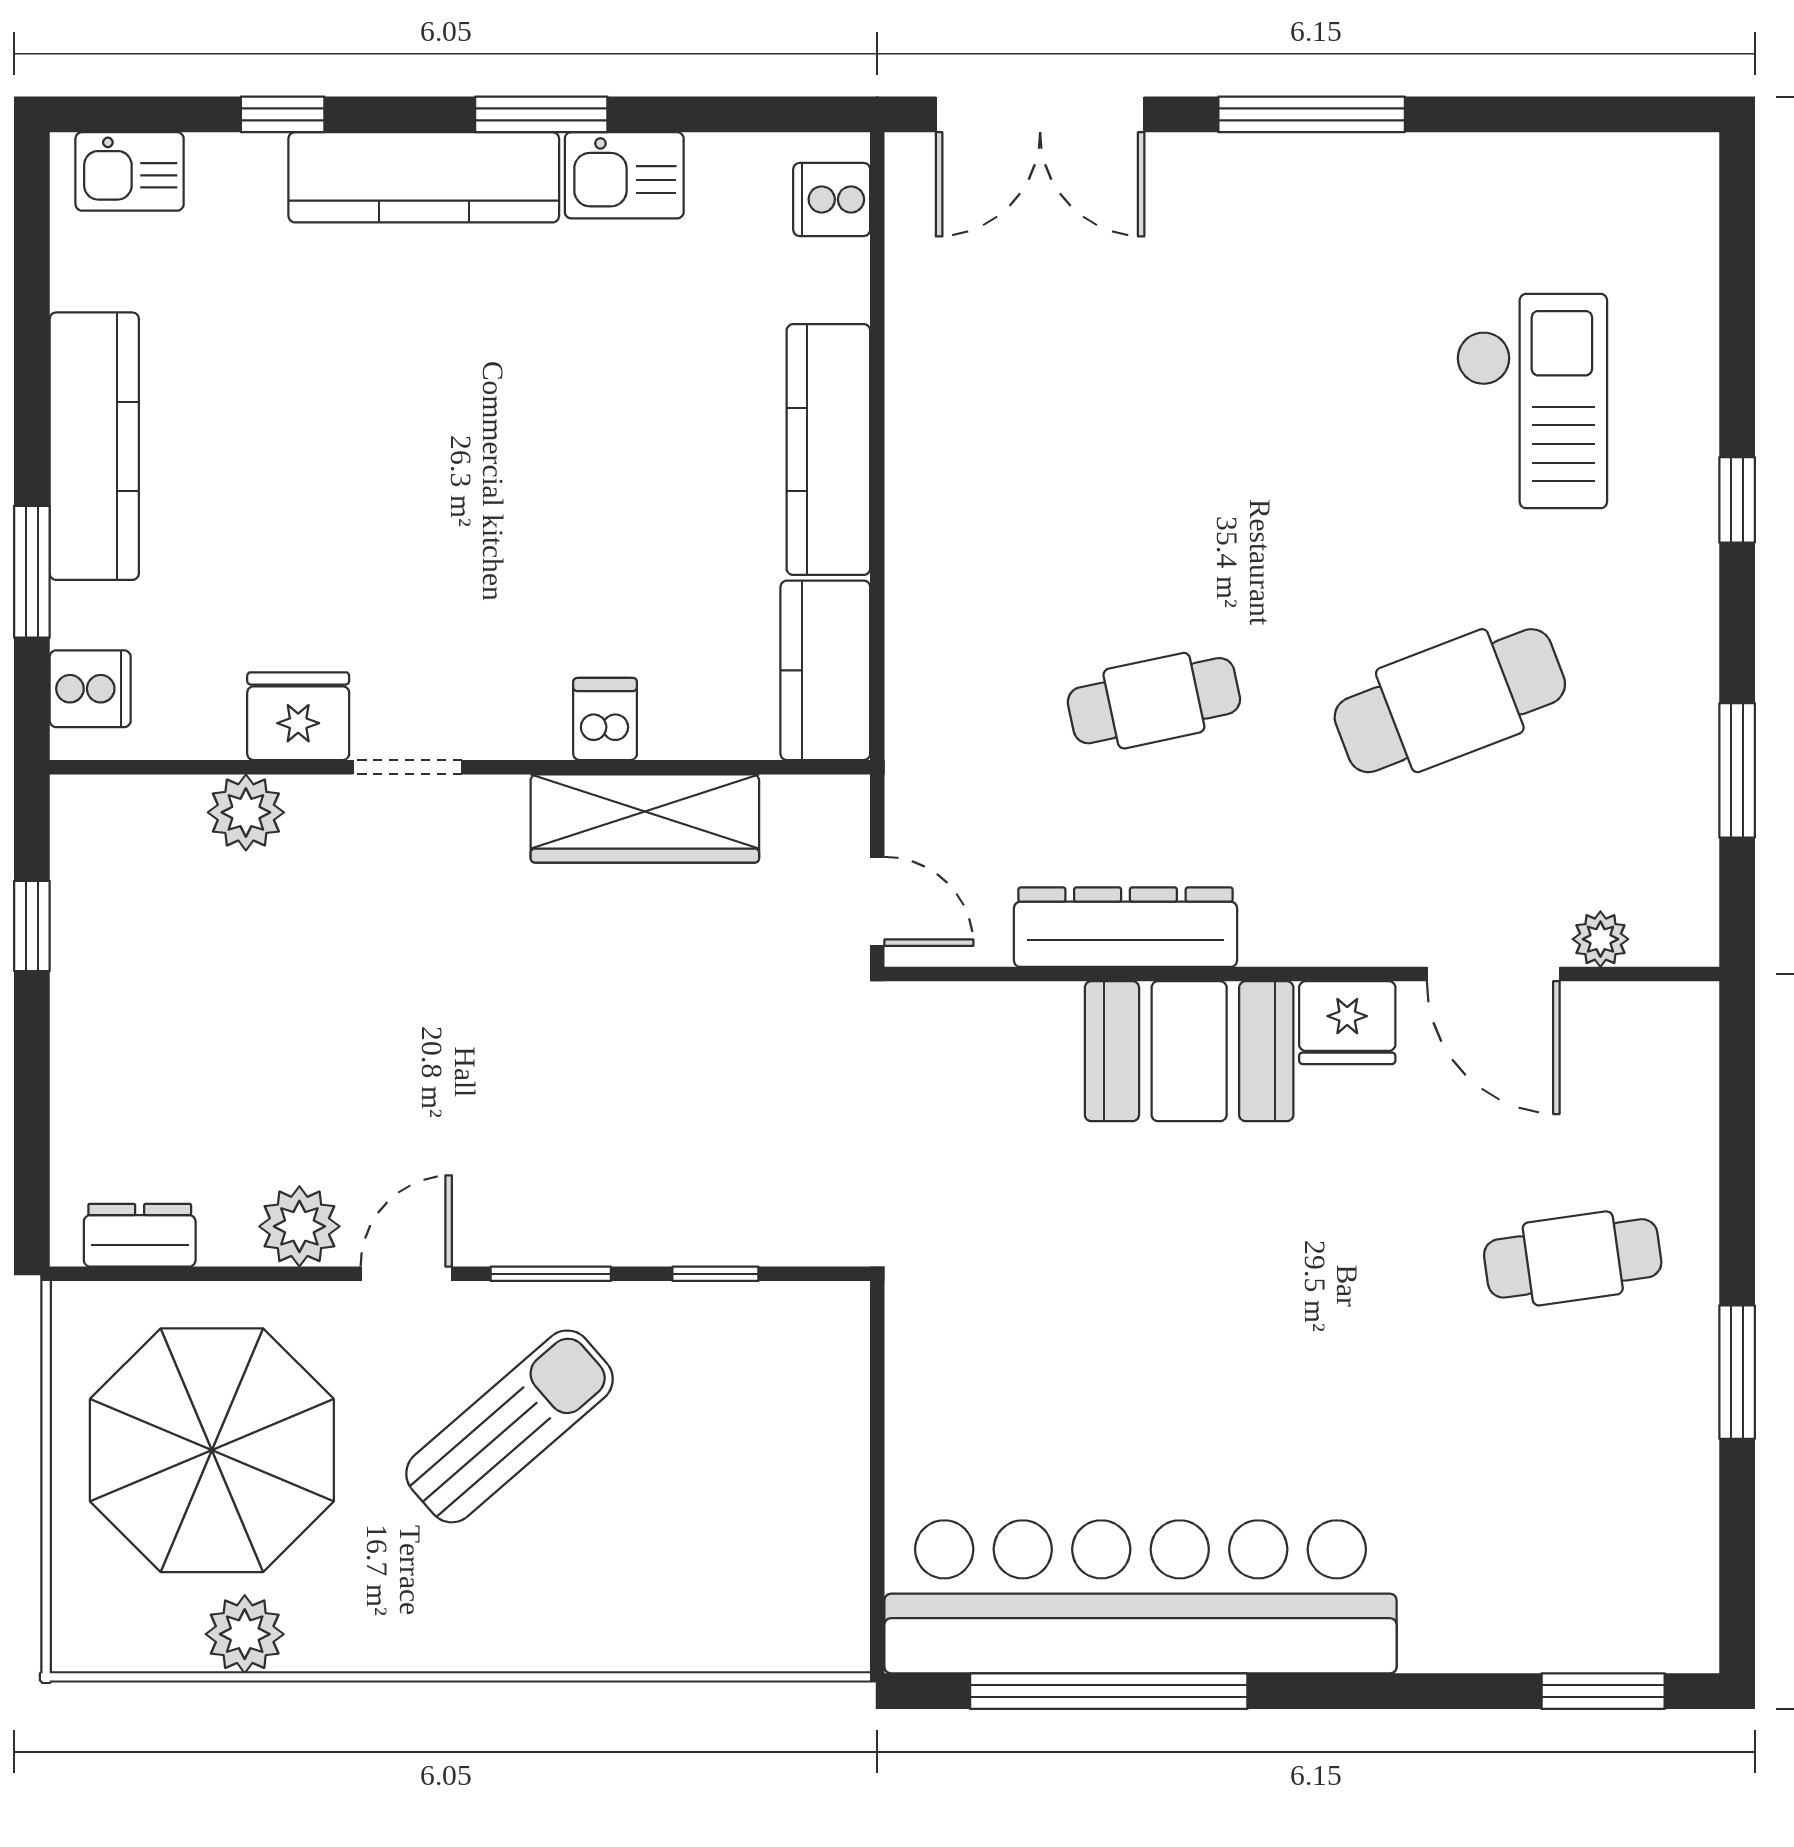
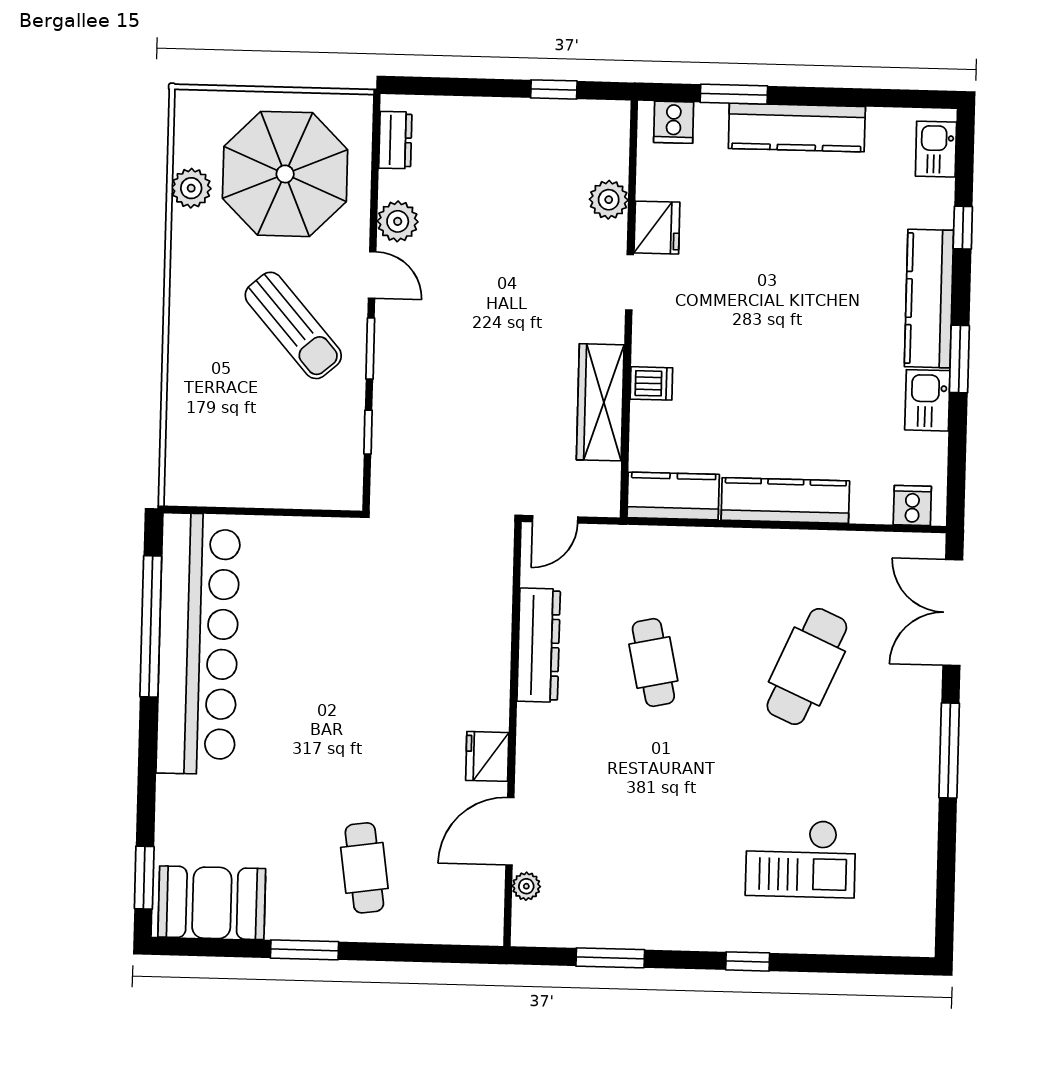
cafe table: (1450, 701) -> (807, 667), moved, turned 45
booth: (1189, 1051) -> (212, 903), moved, turned 90

